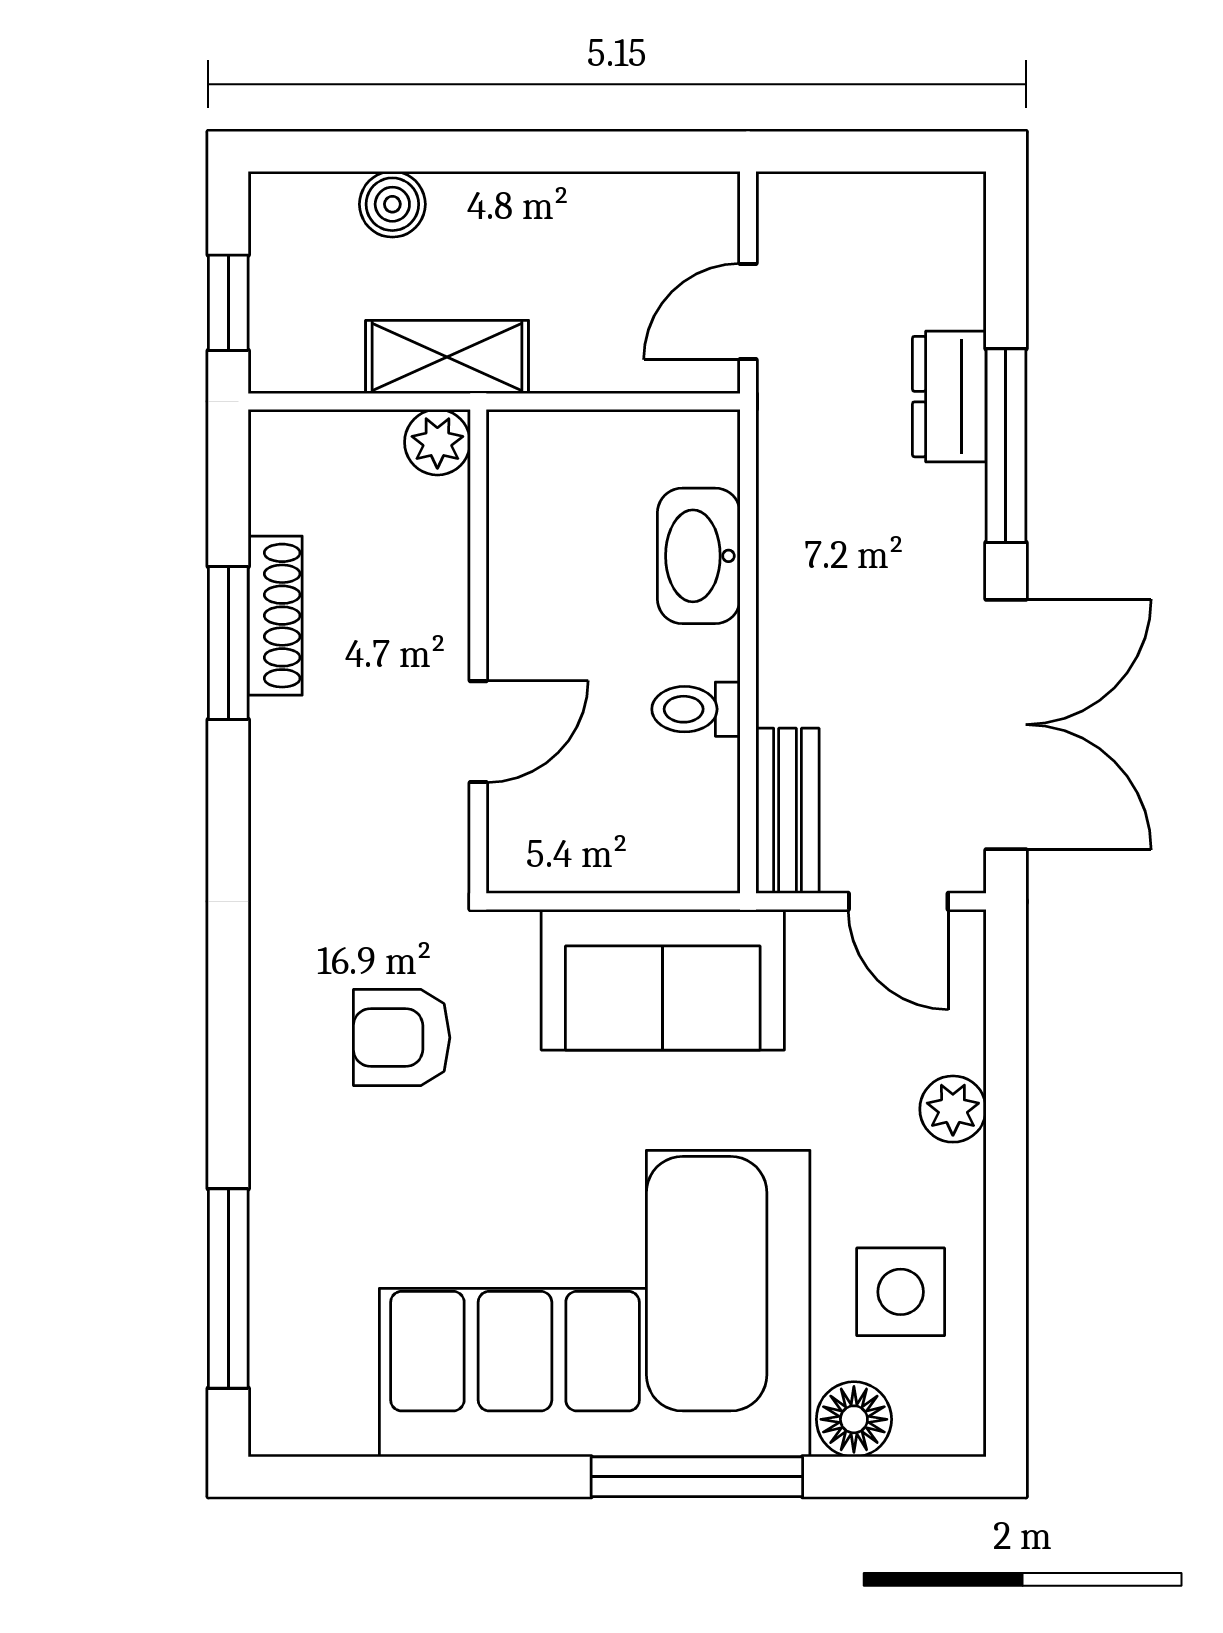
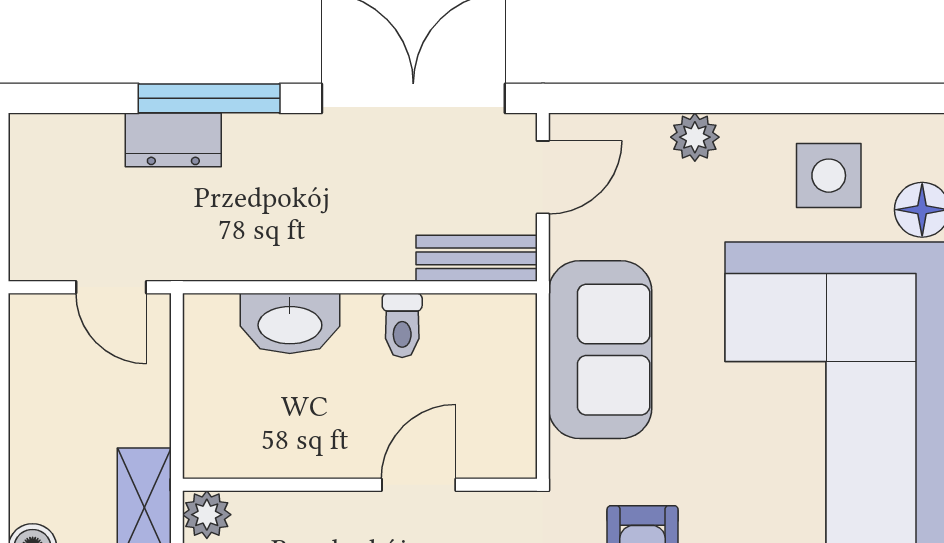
door: (478, 732) -> (419, 485), hinge flipped

